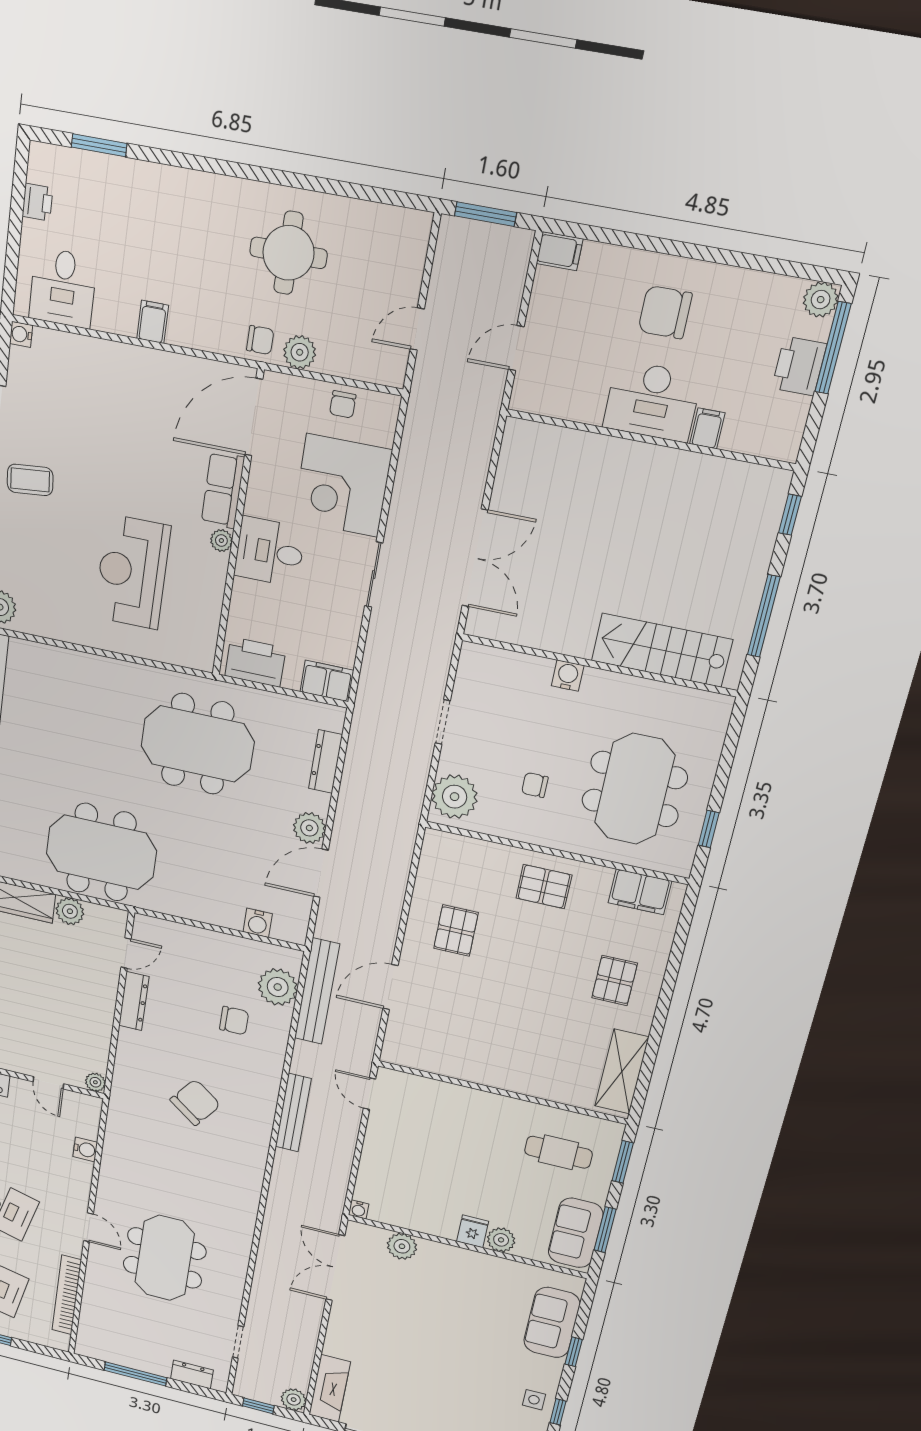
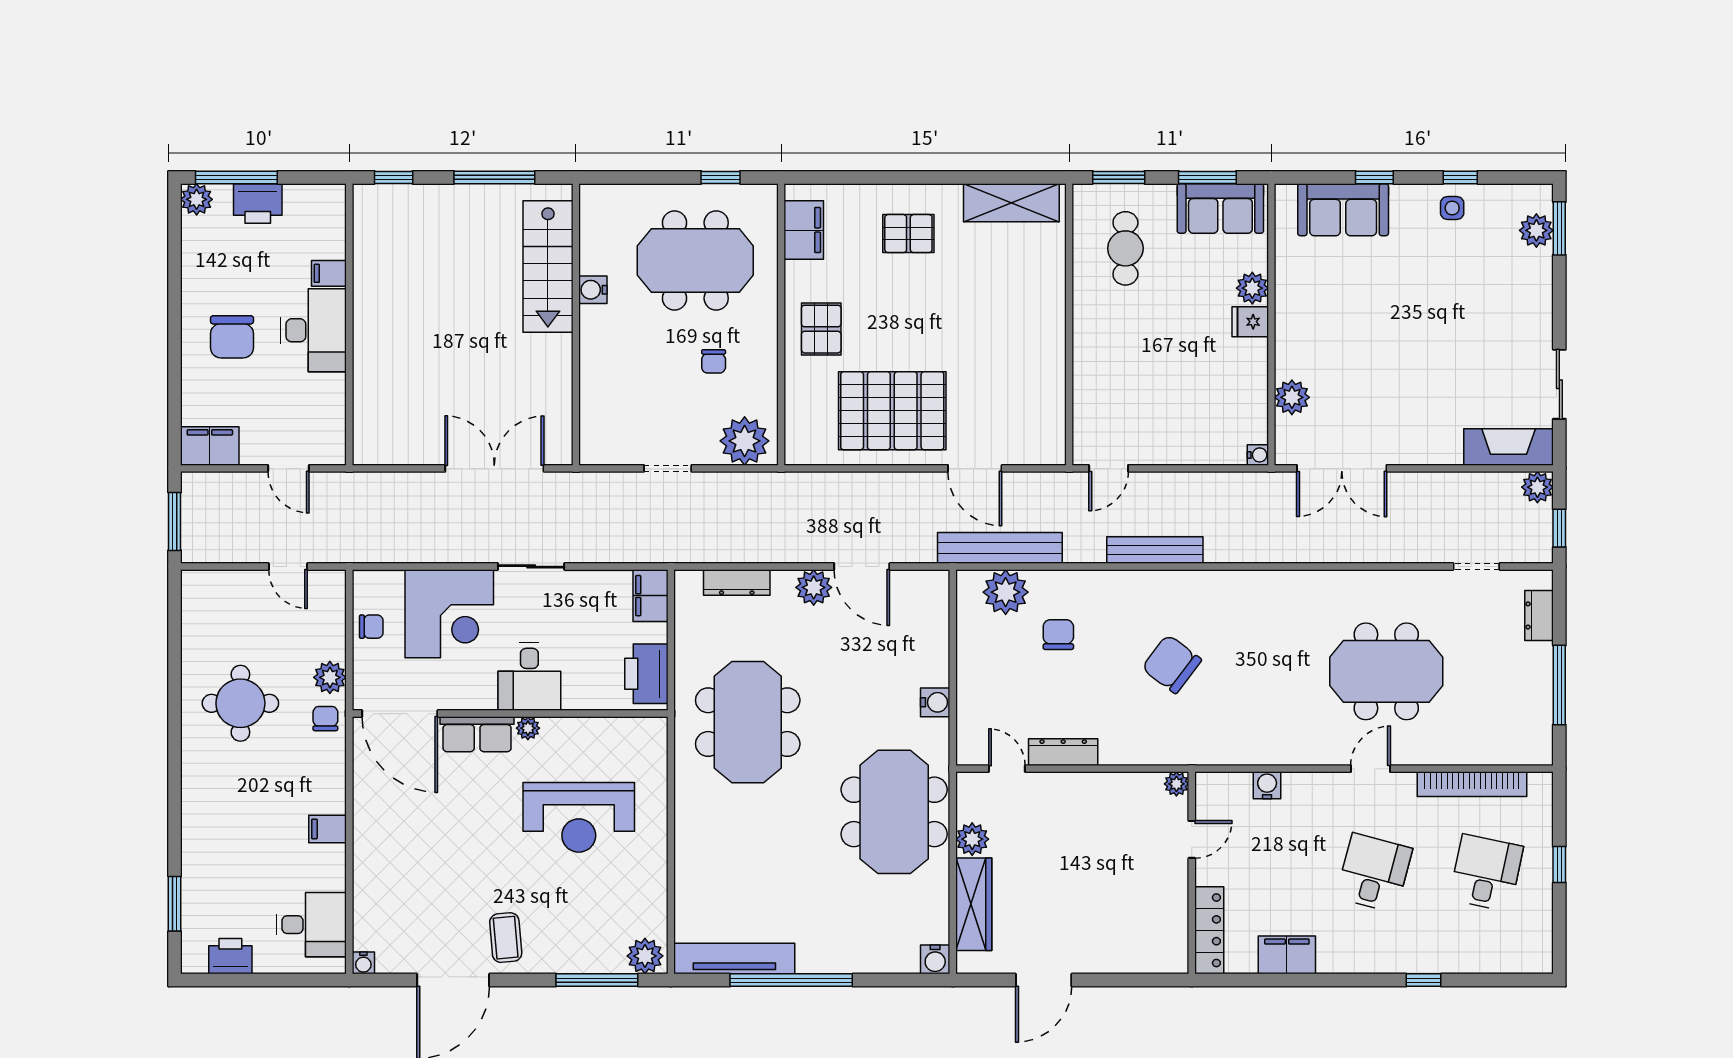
printer: (37, 202) -> (230, 956), width x1.36, depth x1.24
filing cabinet: (560, 251) -> (210, 446), width x2.00
water cooler: (568, 676) -> (593, 290), moved
water cooler: (258, 923) -> (935, 702), moved
pallet: (456, 930) -> (892, 411), width x2.05, depth x2.00

